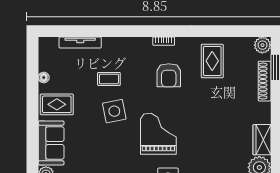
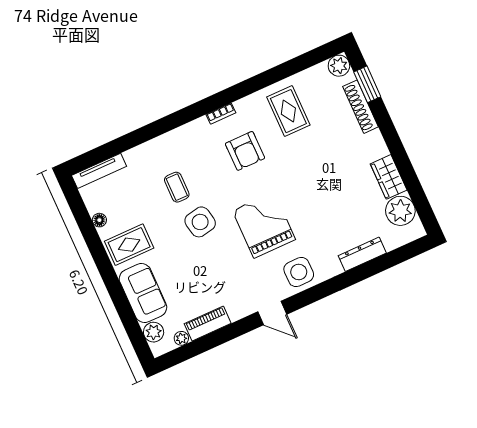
tv unit: (80, 43) -> (99, 171), moved
coffee table: (109, 79) -> (177, 187), turned 90

